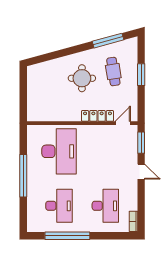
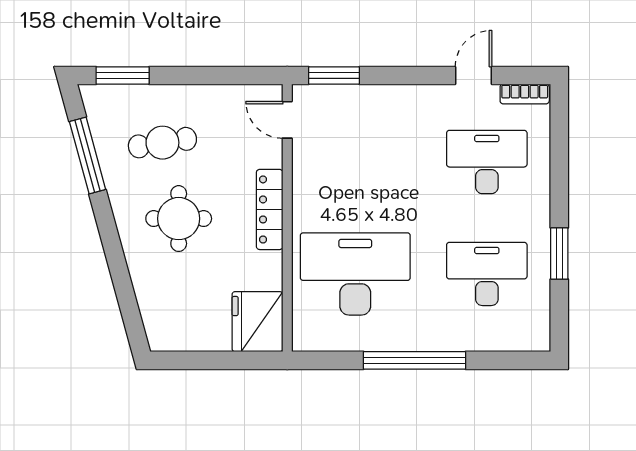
window: (141, 75) -> (123, 75), moved
fridge: (39, 111) -> (257, 322), added
locker: (97, 116) -> (270, 209), moved
door: (141, 172) -> (473, 75), moved
window: (67, 236) -> (559, 254), width x0.47

